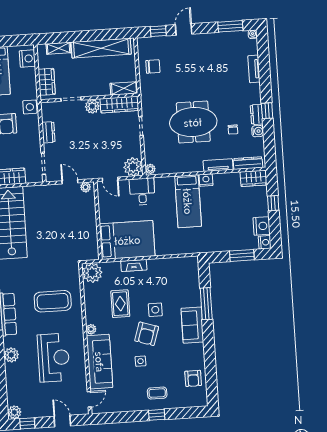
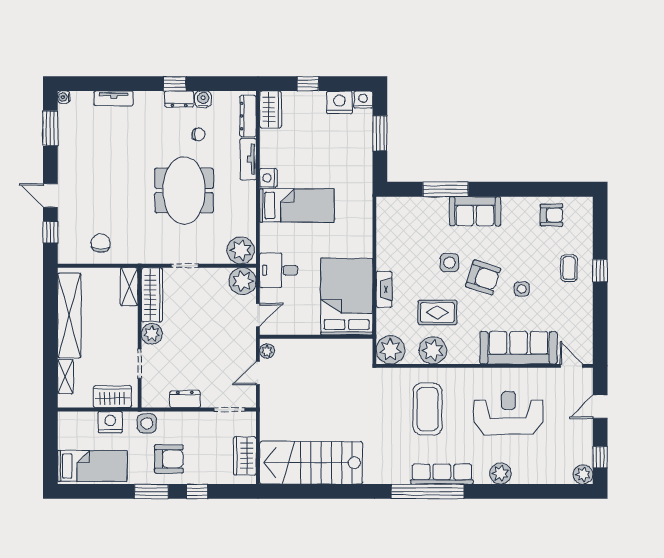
nightstand: (27, 59) -> (110, 422), moved
plant: (150, 169) -> (241, 250), width x1.87, depth x1.87
plant: (91, 329) -> (433, 350), moved, width x1.88, depth x1.88

